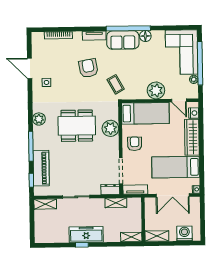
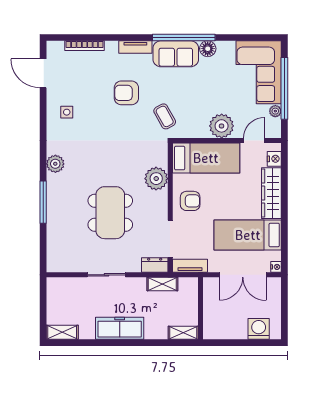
door: (30, 68) -> (43, 73), moved
armchair: (88, 68) -> (126, 93), turned -80
door: (179, 100) -> (254, 141), swing flipped
dining table: (77, 126) -> (110, 213), moved, turned 90
armchair: (135, 144) -> (190, 201), turned 90
piano: (41, 168) -> (57, 233), removed
window: (31, 180) -> (43, 250), removed
shelving: (45, 204) -> (62, 332), moved
shelving: (157, 236) -> (220, 332), removed
window: (82, 245) -> (113, 343), removed

